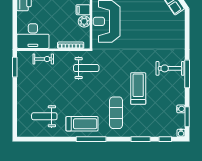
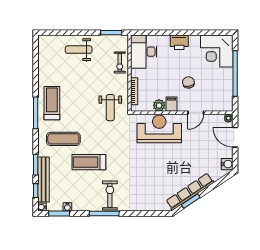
treadmill: (138, 88) -> (89, 162), turned 180
weight bench: (44, 116) -> (79, 50), moved, turned -90
treadmill: (82, 124) -> (52, 103), turned 180
bench: (155, 132) -> (44, 180), added

